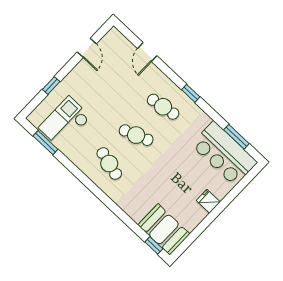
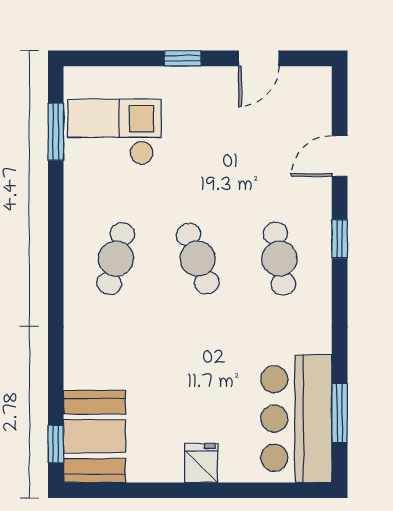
window: (51, 85) -> (183, 58), moved
window: (191, 93) -> (340, 239), moved

